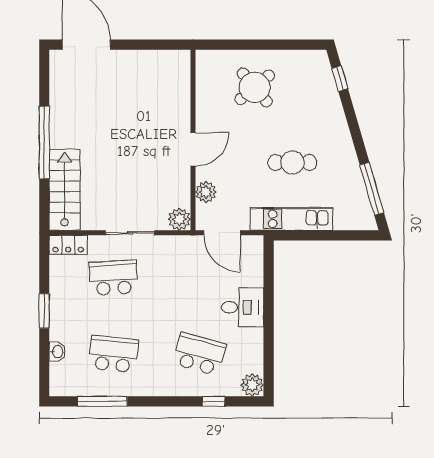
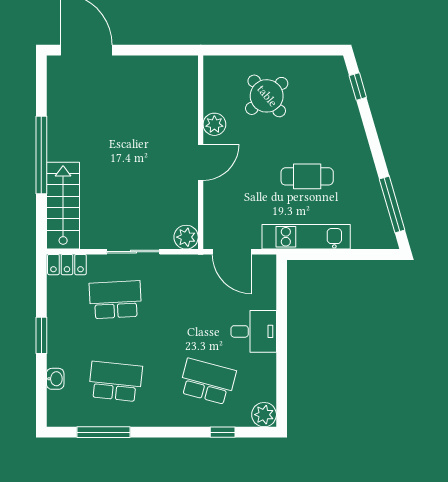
plant: (206, 192) -> (214, 124), moved

